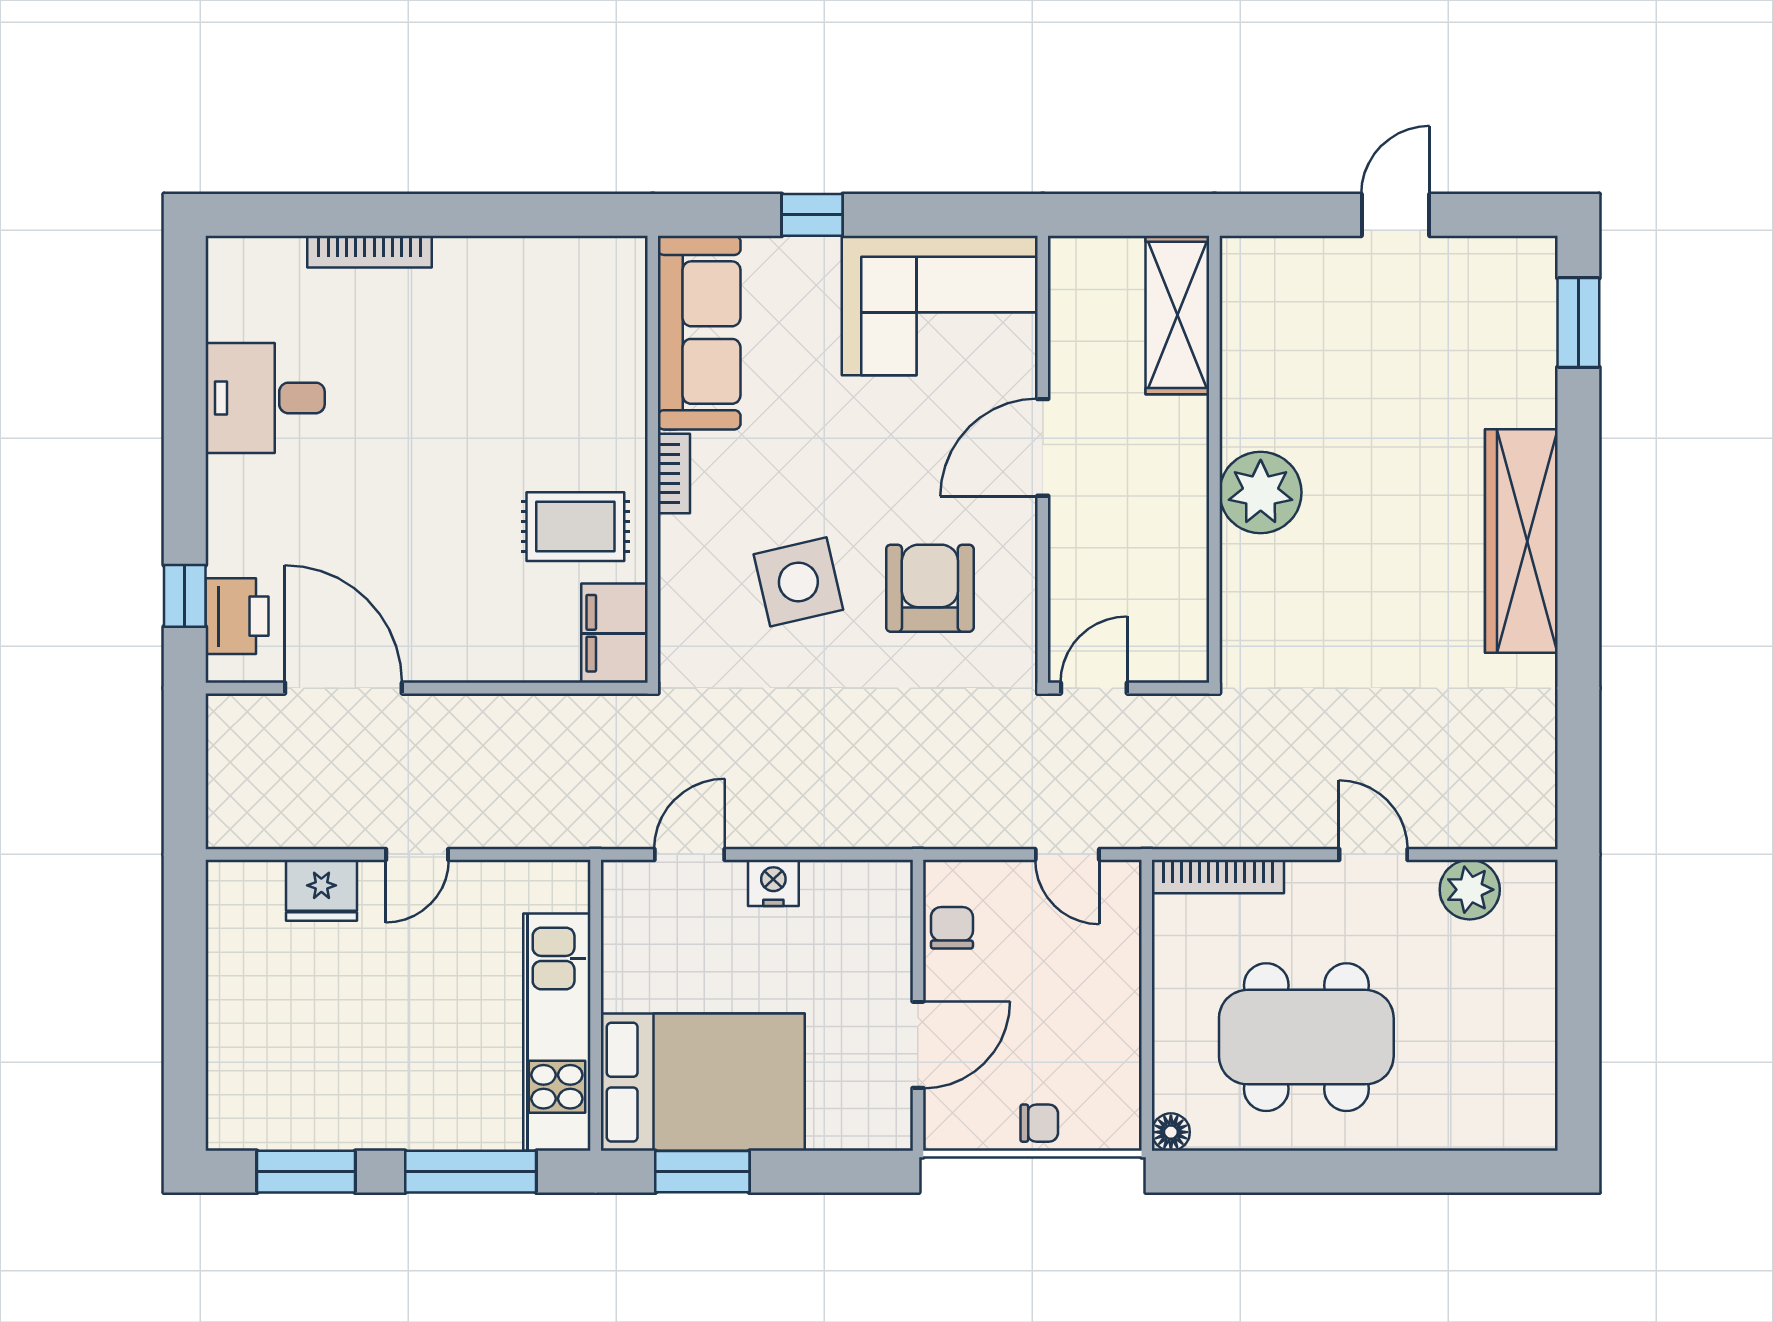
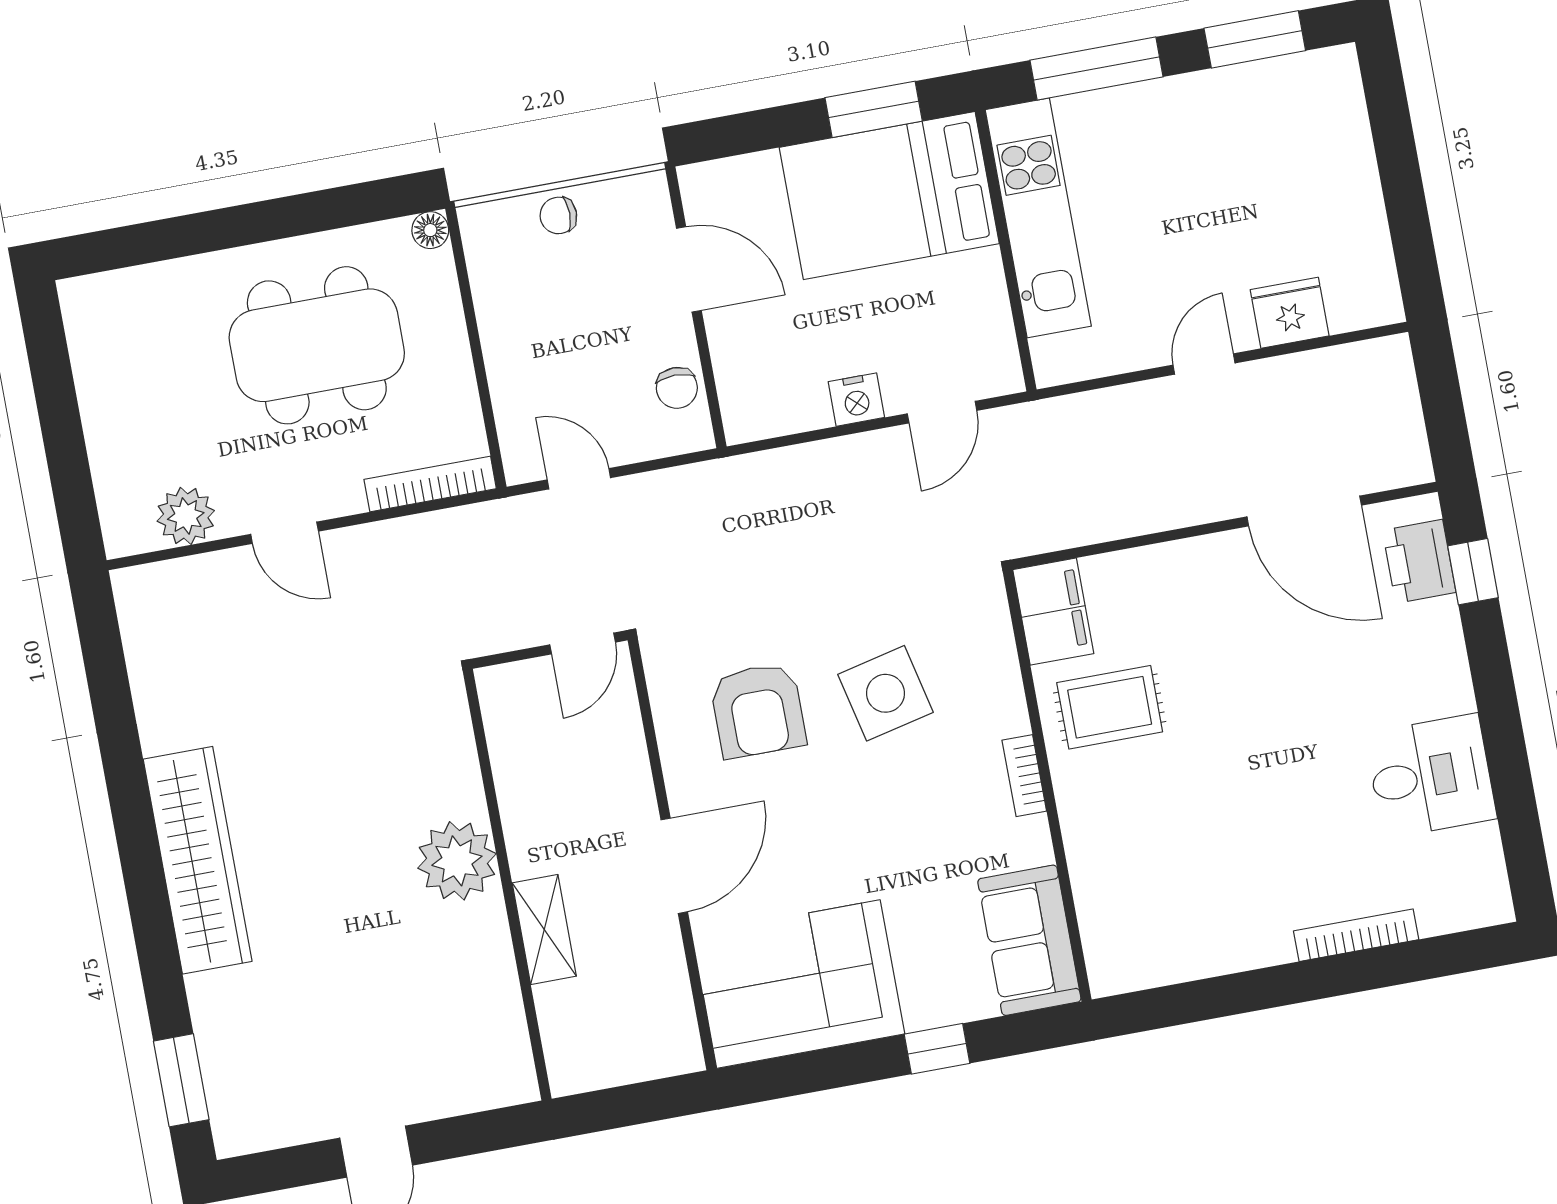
shelving: (1177, 315) -> (544, 930), moved, width x0.67, depth x0.75
sofa: (699, 333) -> (1029, 940), width x0.73
door: (918, 1045) -> (689, 269), swing flipped

